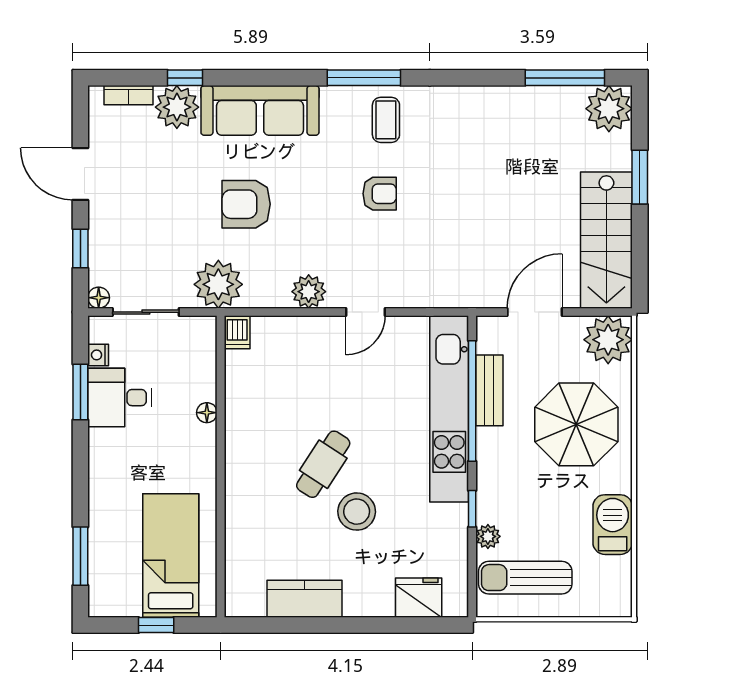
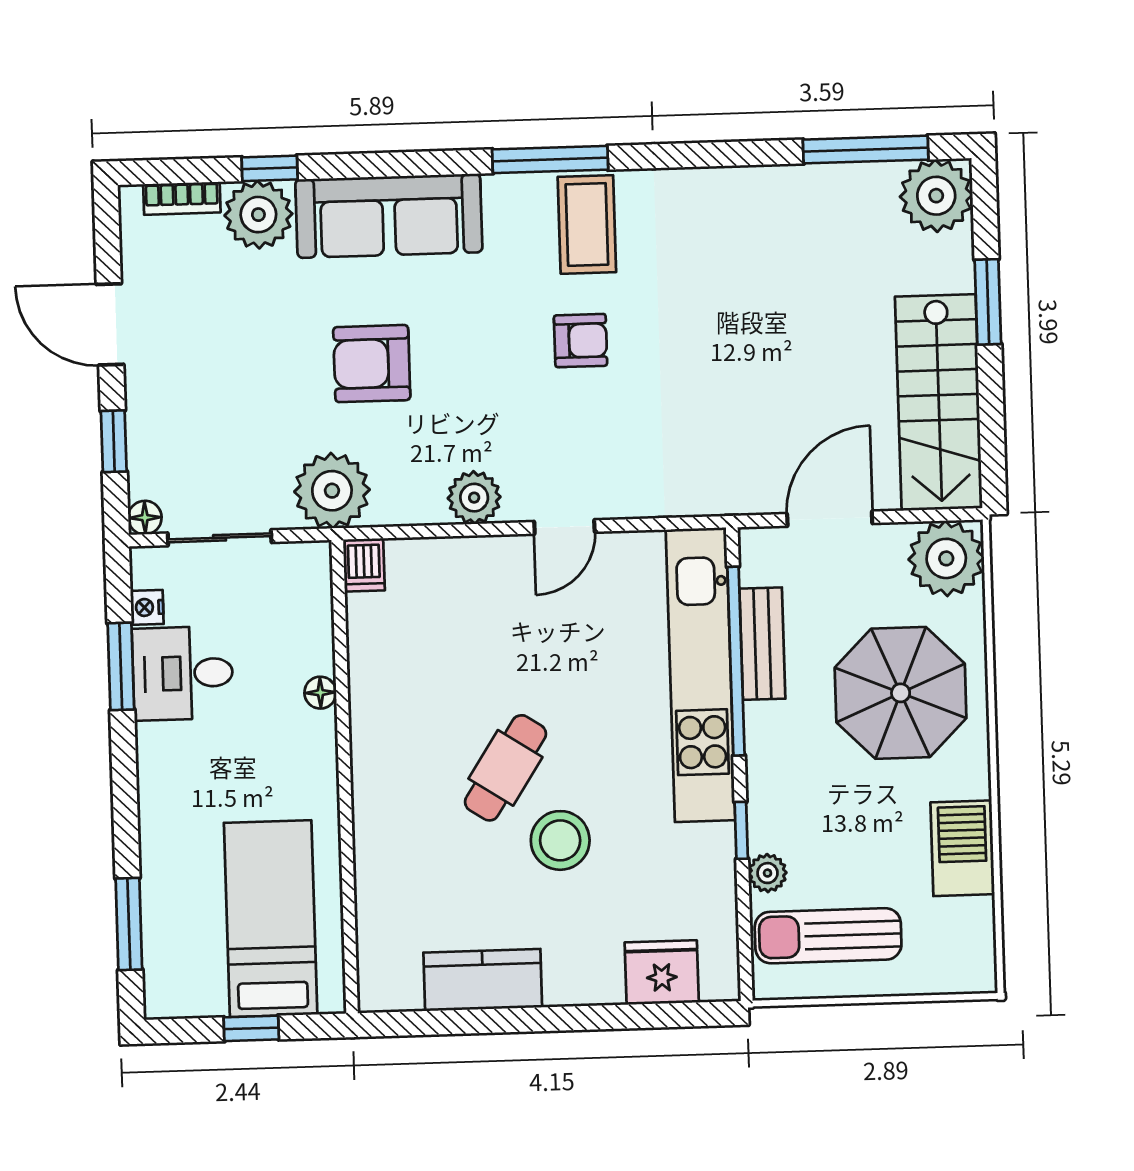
coffee table: (386, 120) -> (587, 224), width x1.36, depth x1.30

